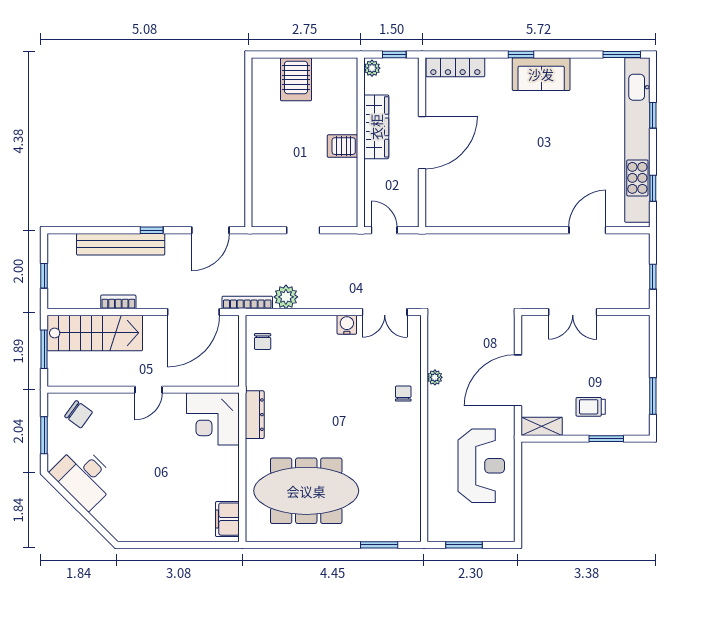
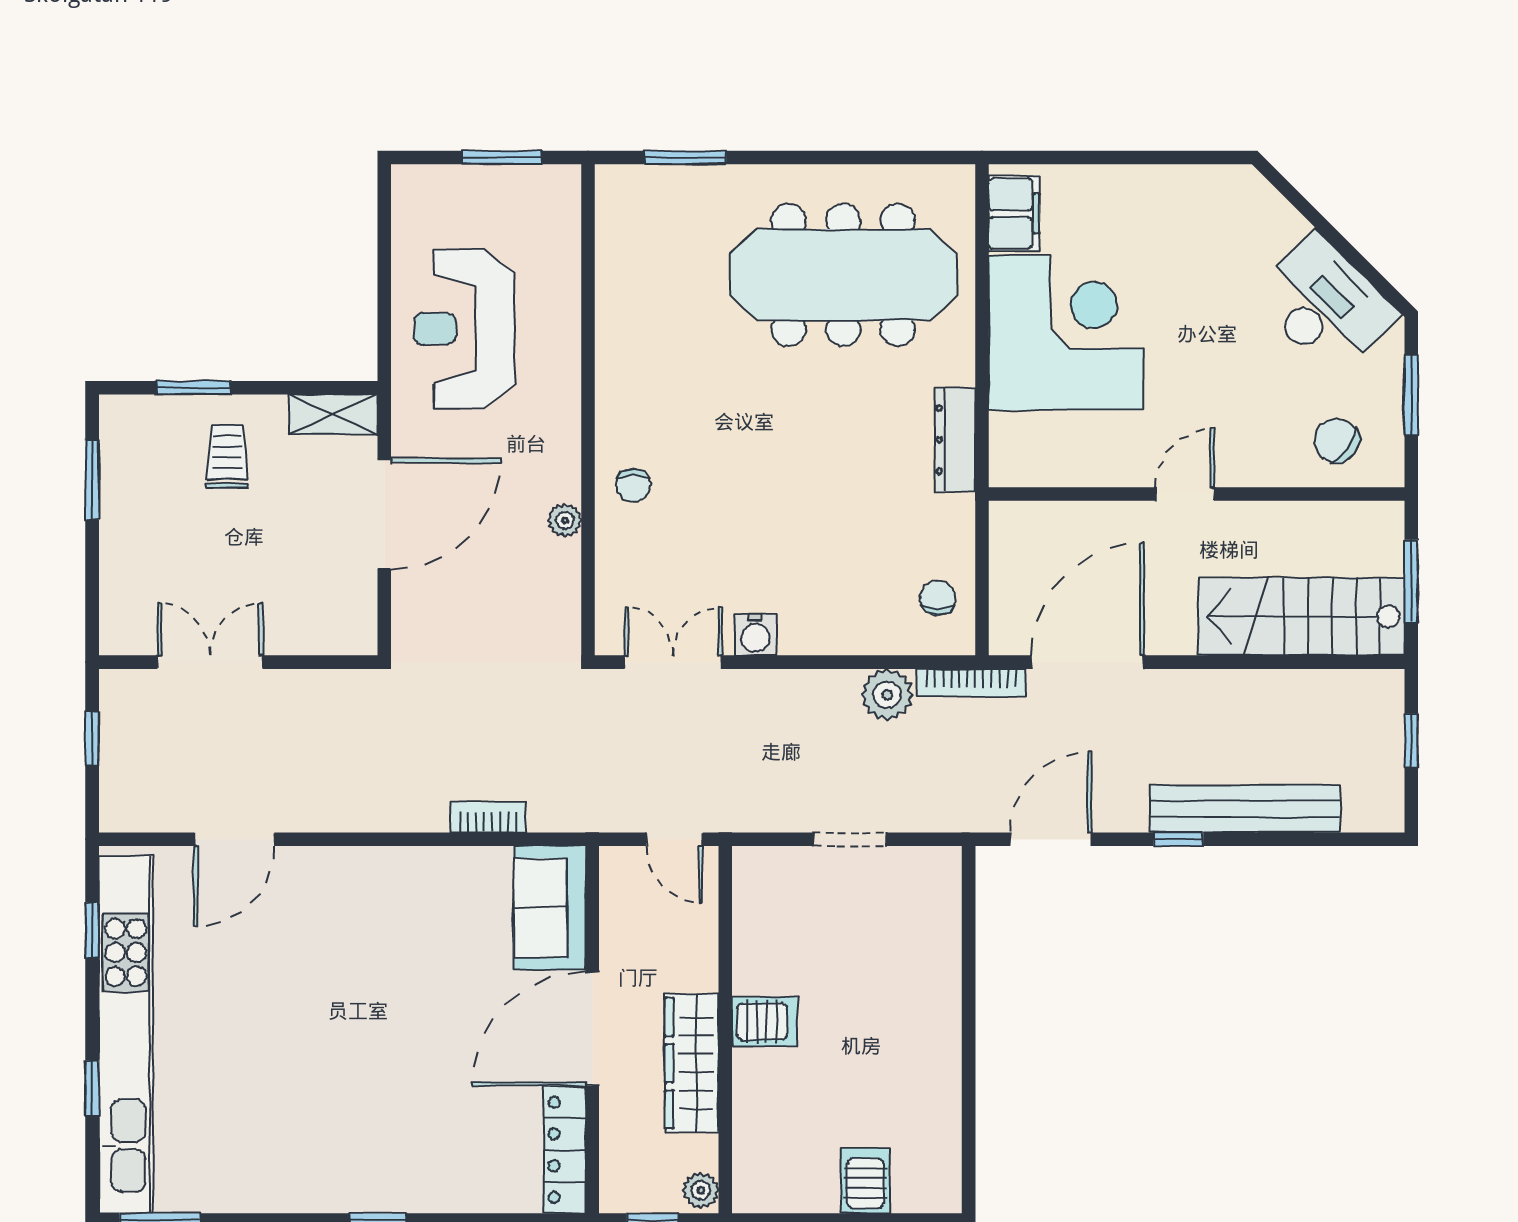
locker: (455, 67) -> (565, 1150), moved, turned -90
sofa: (541, 74) -> (550, 908), moved, turned -90
server rack: (296, 79) -> (865, 1181), width x0.73, depth x0.70
bookcase: (118, 302) -> (488, 817), moved, turned 180
double door: (573, 312) -> (210, 662), moved
trolley: (591, 407) -> (227, 457), turned -90
corner desk: (213, 419) -> (1066, 333), moved, width x1.36, depth x1.36

